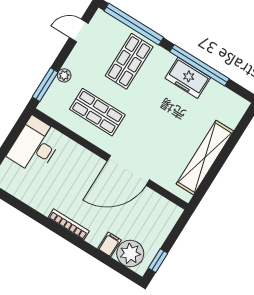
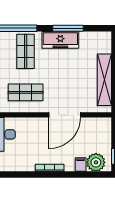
window: (200, 65) -> (68, 28), width x0.68
freezer: (188, 78) -> (60, 40), width x1.40

